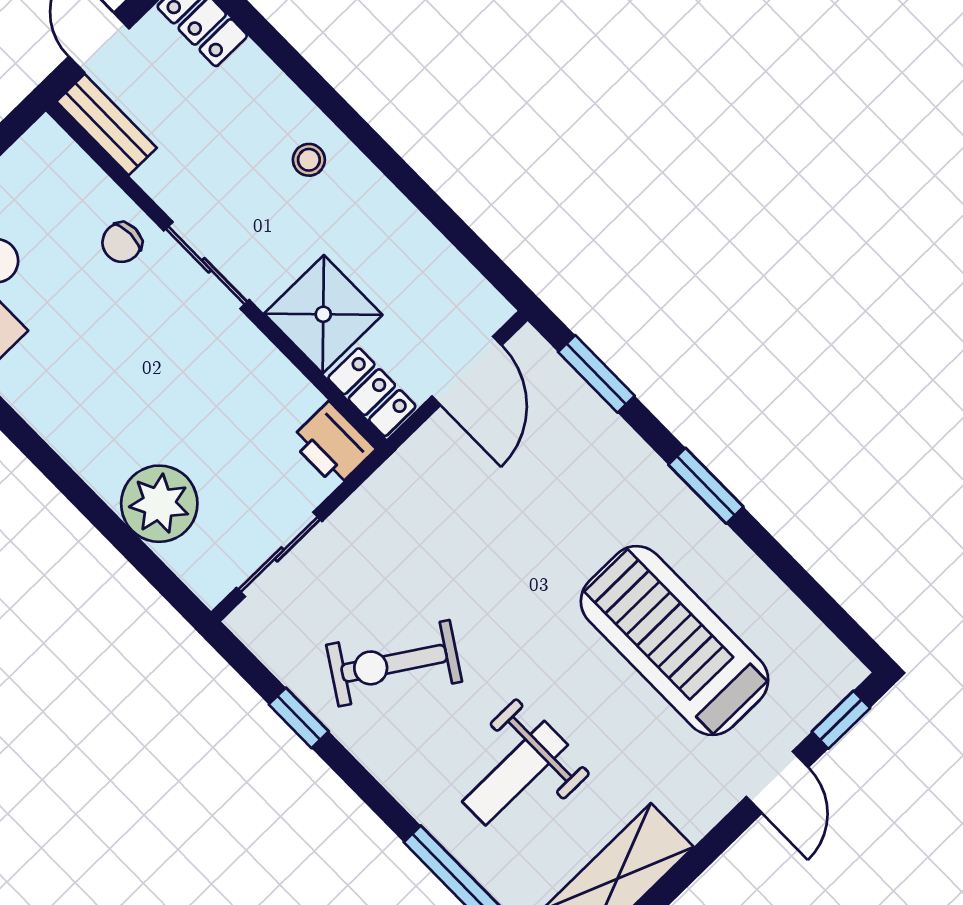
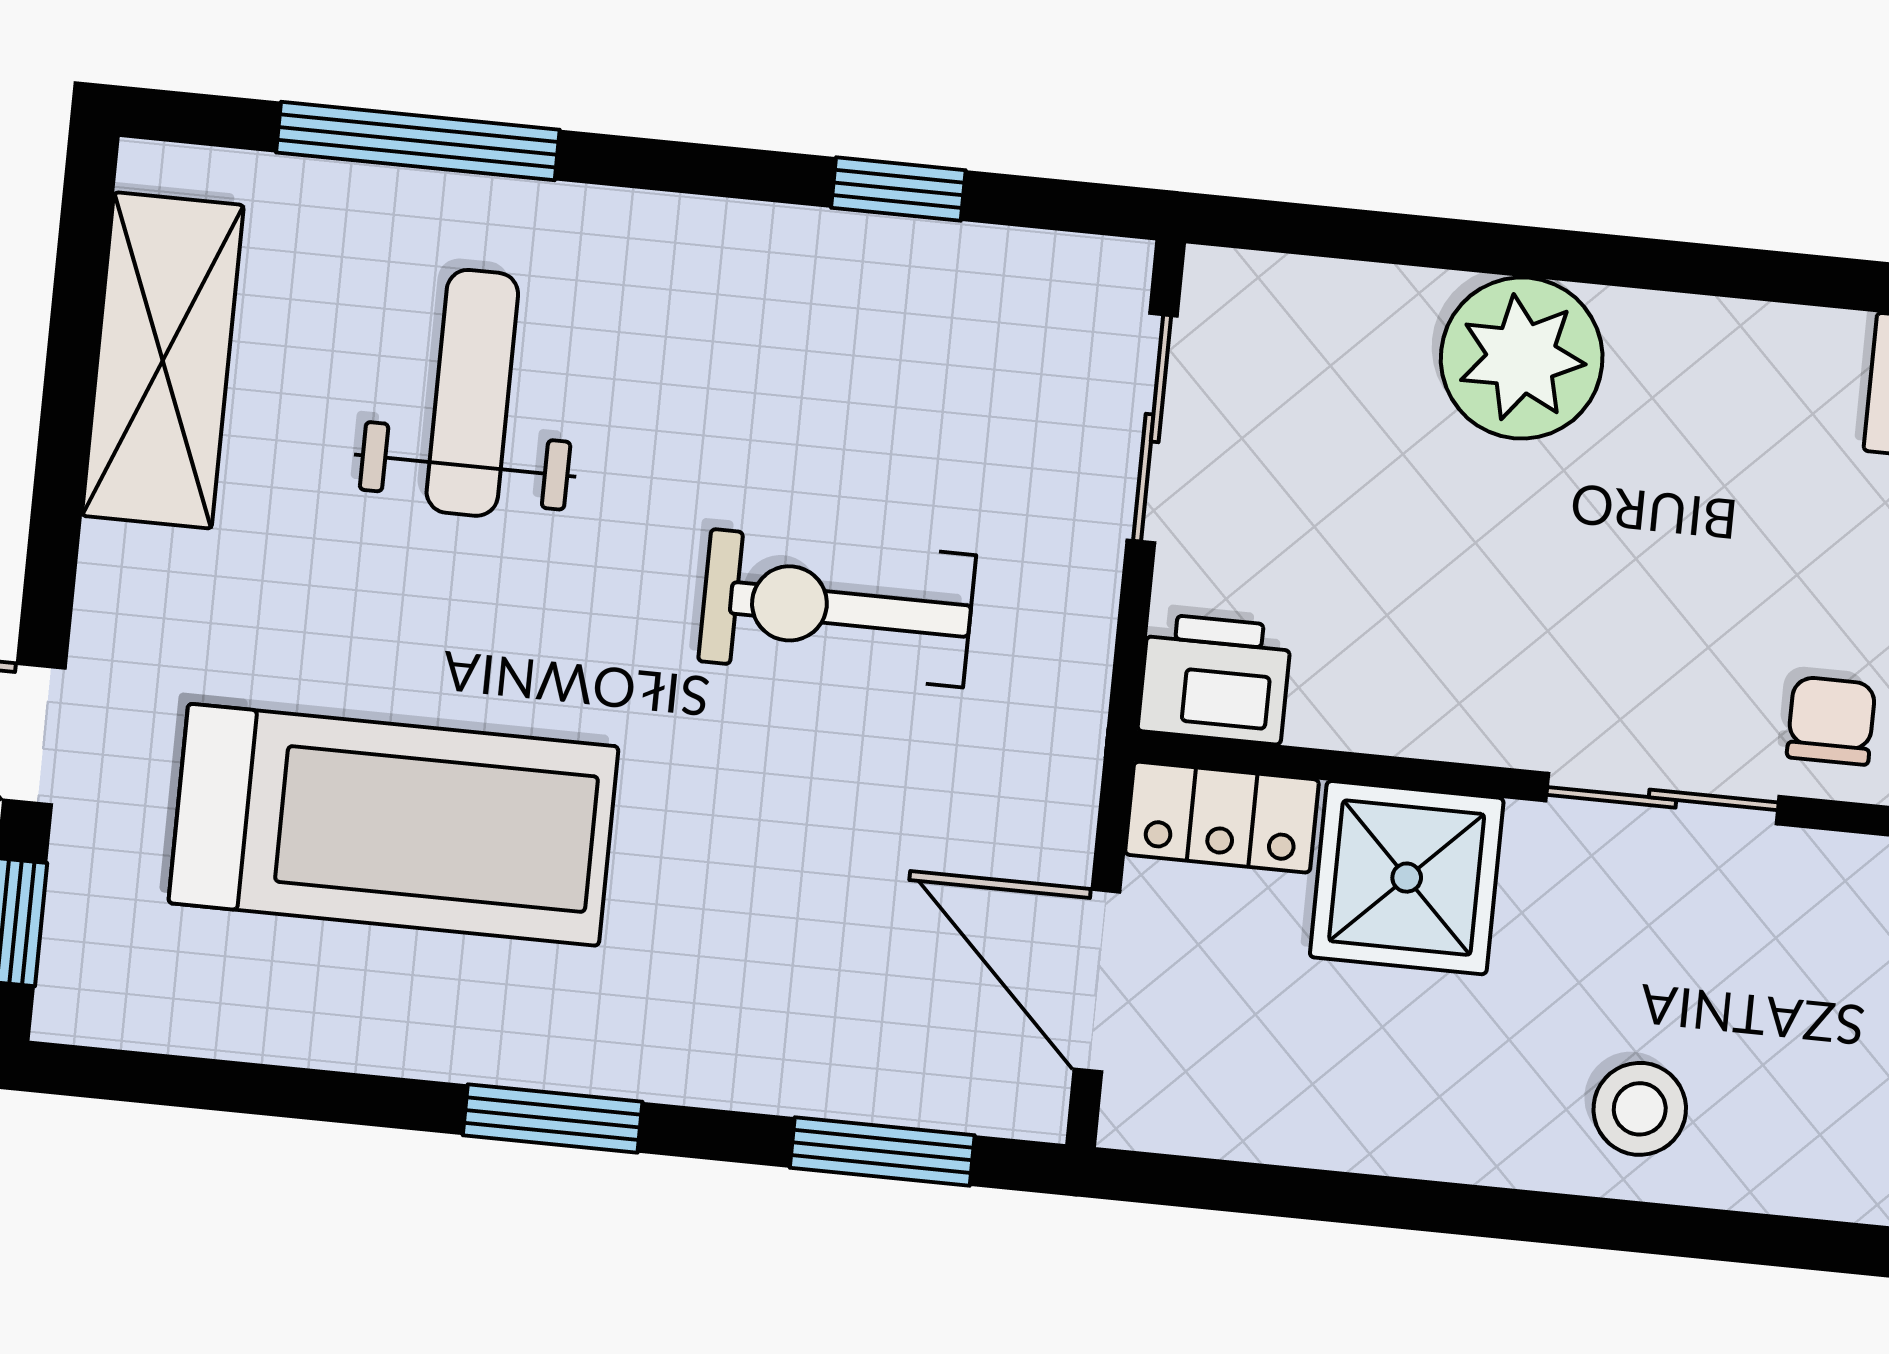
stool: (309, 160) -> (1640, 1109), width x1.37, depth x1.37
plant: (159, 504) -> (1522, 358), moved
exercise bike: (394, 663) -> (837, 608), moved, turned -123

